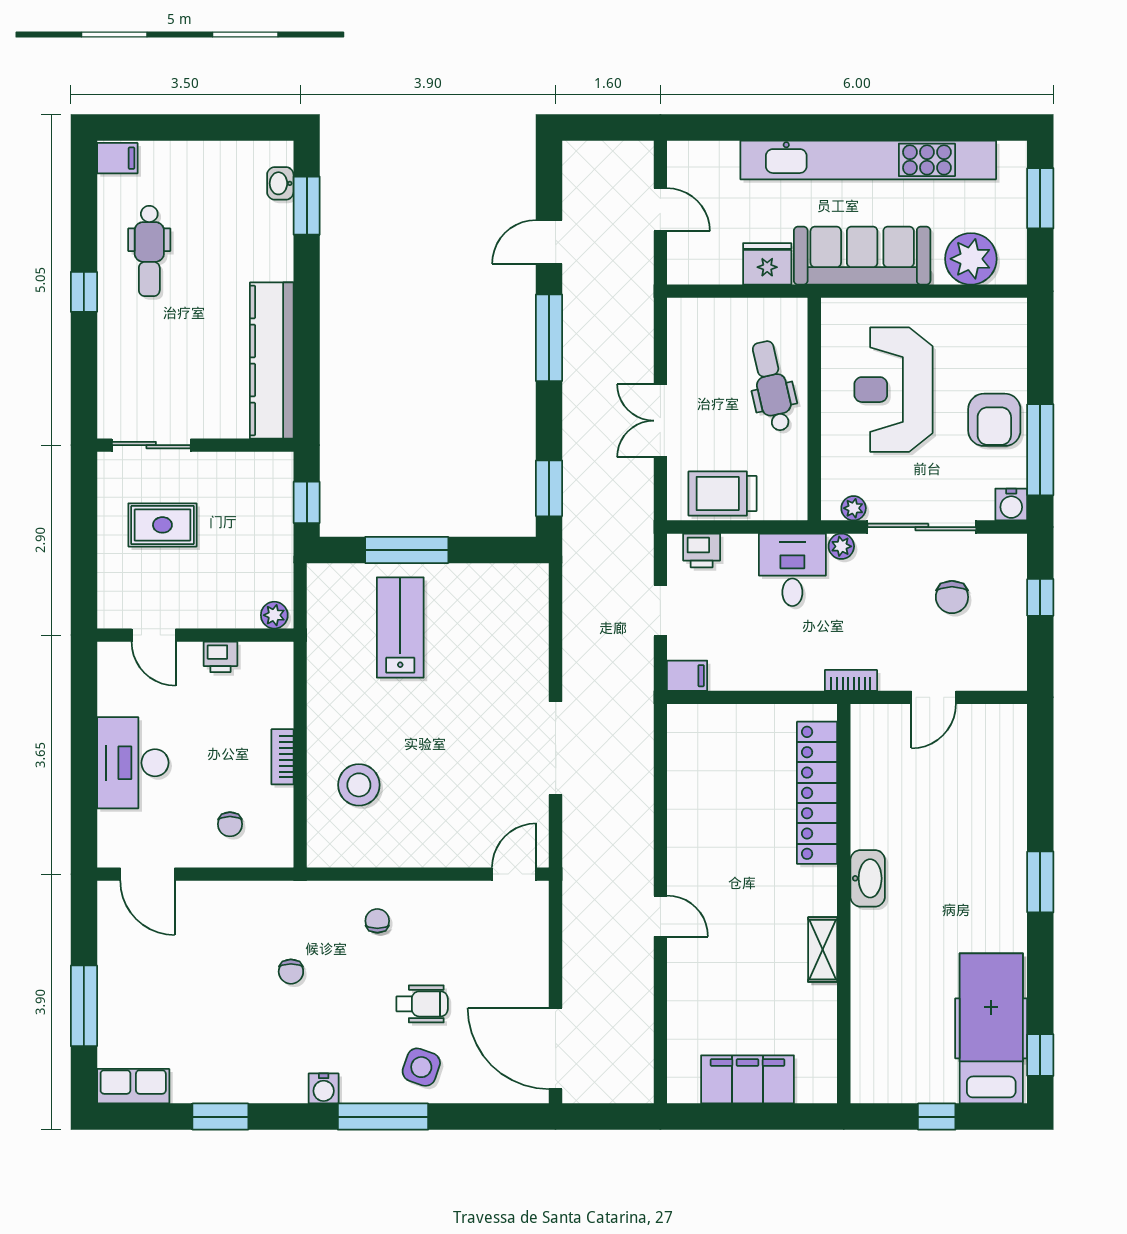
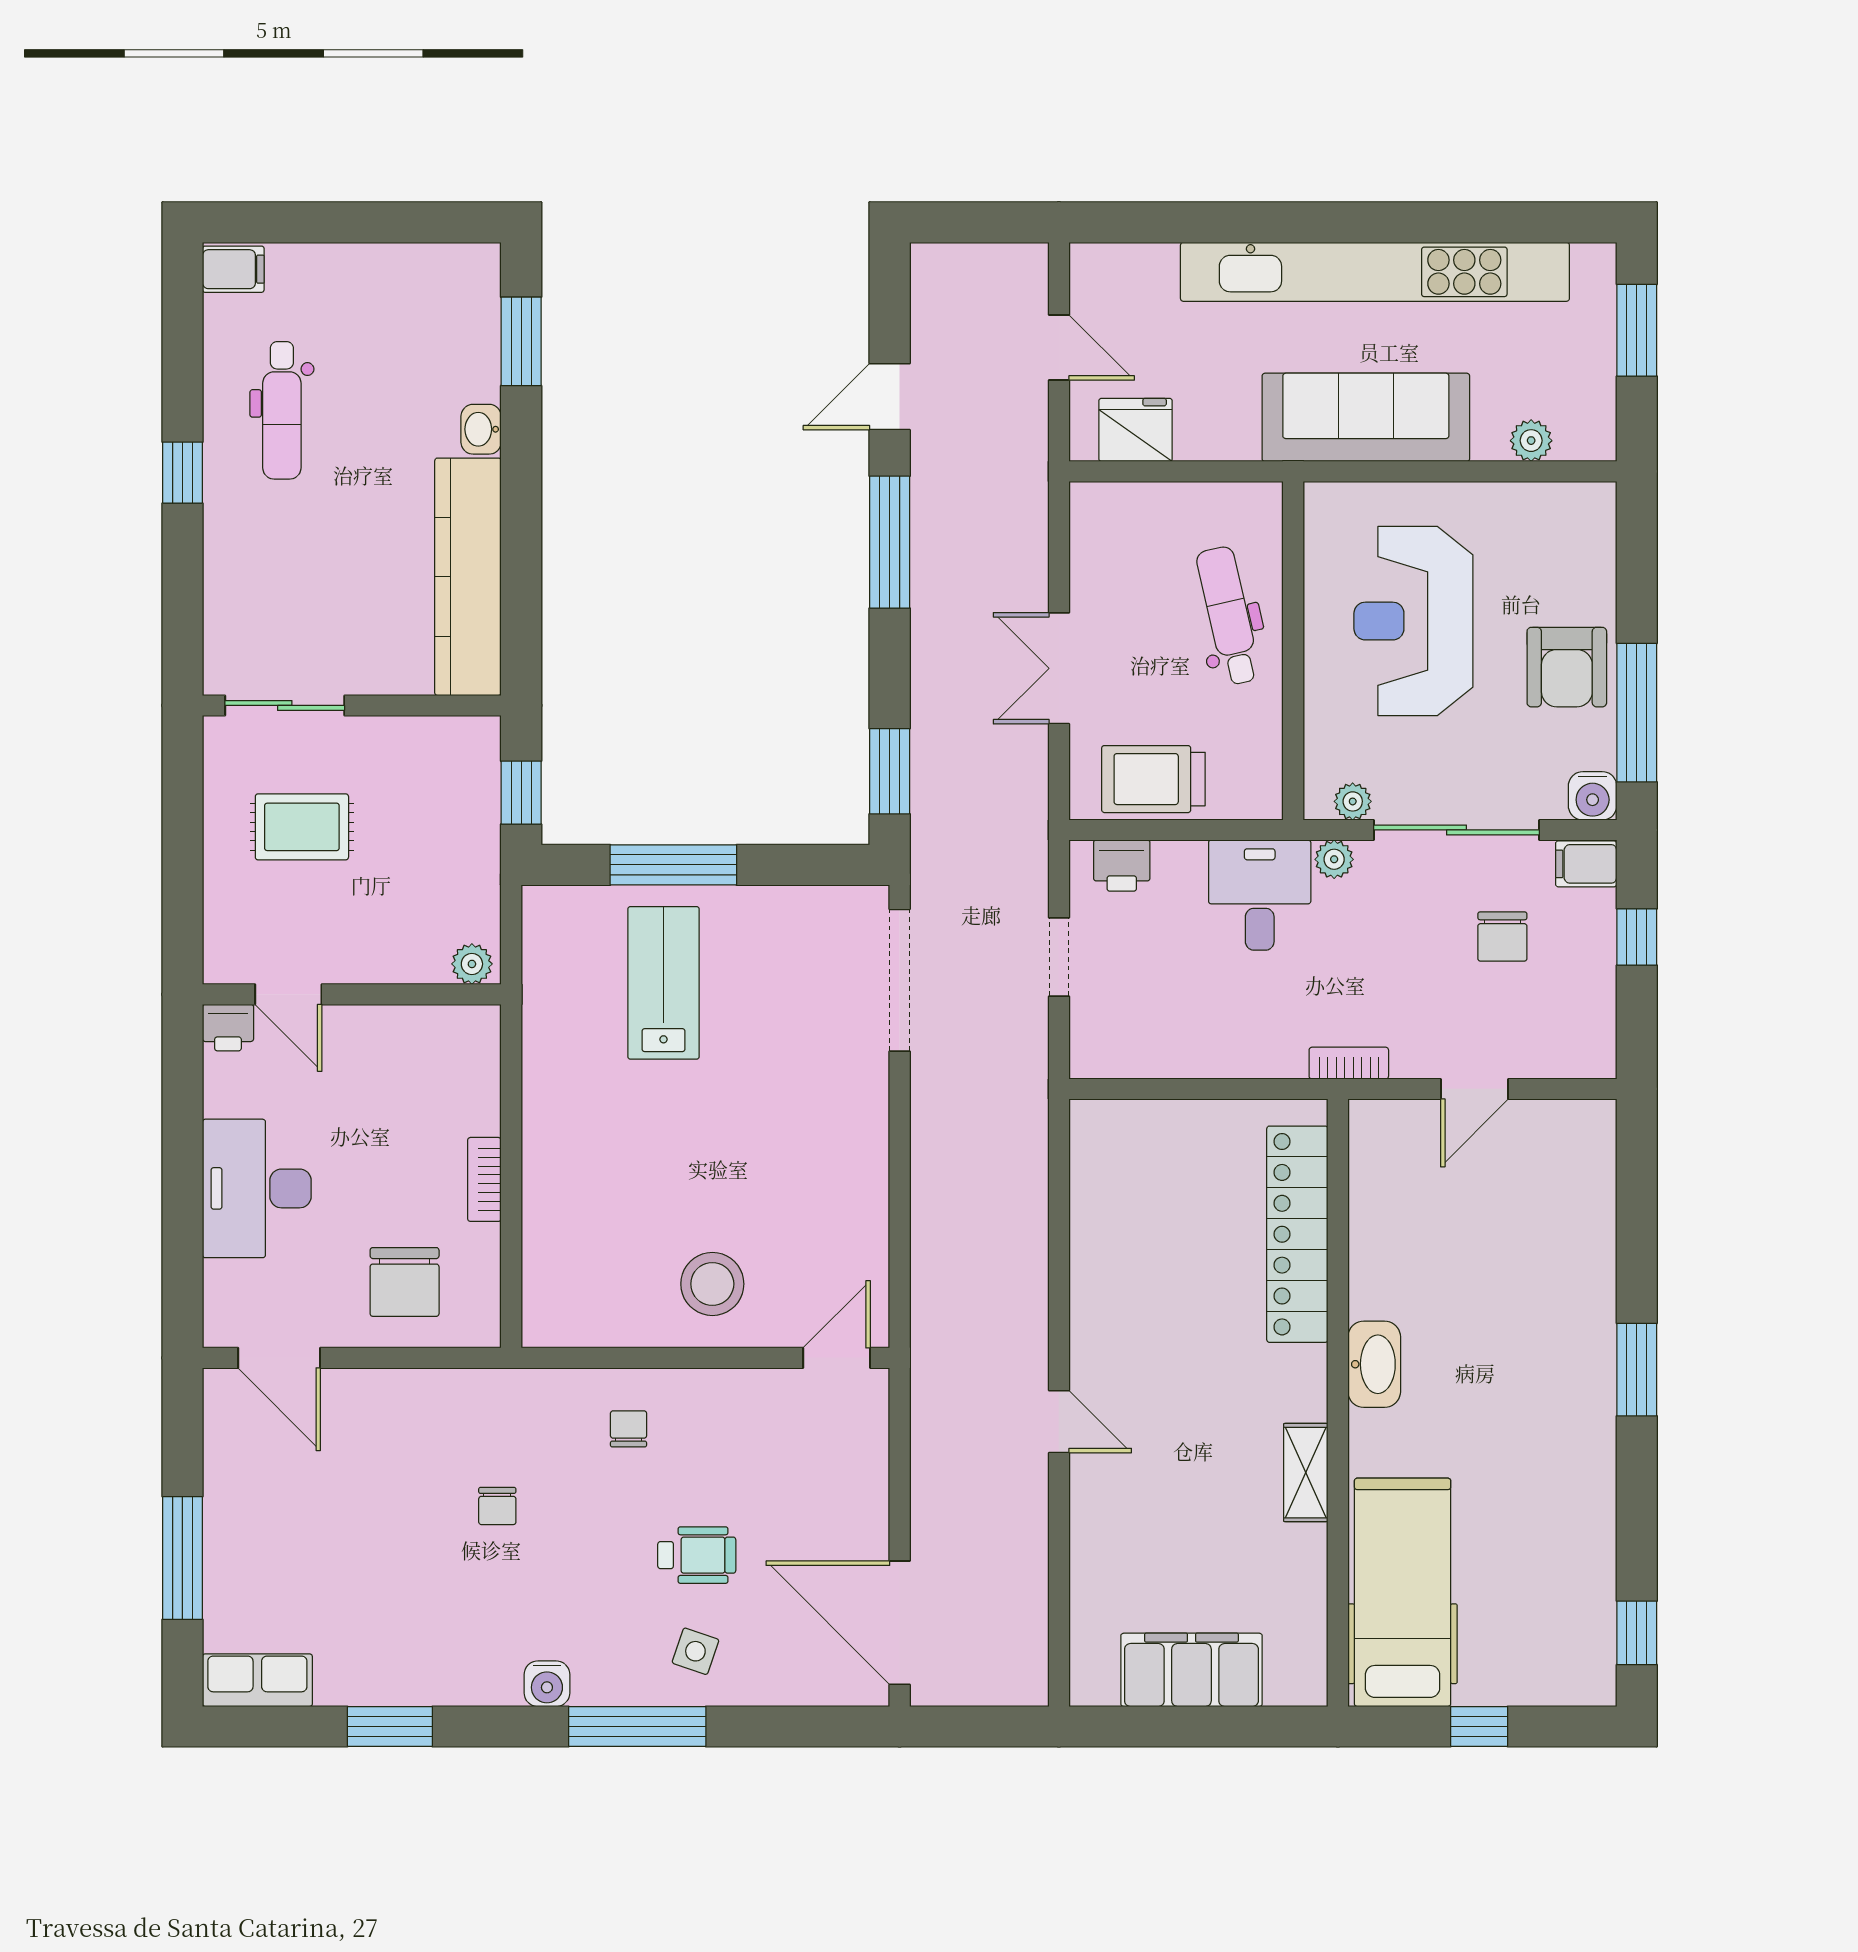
washbasin: (280, 183) -> (481, 429), moved
plant: (971, 259) -> (1531, 441), width x0.53, depth x0.53
fridge: (767, 264) -> (1136, 430), moved
printer: (220, 657) -> (228, 1028), moved
filing cabinet: (687, 676) -> (1586, 864), moved, turned 180
doorway: (556, 748) -> (900, 980), moved
stool: (359, 785) -> (712, 1284), moved
chair: (230, 824) -> (405, 1282), width x1.87, depth x1.87
hospital bed: (991, 1028) -> (1403, 1592), moved
side table: (421, 1067) -> (695, 1651), width x0.73, depth x0.73

